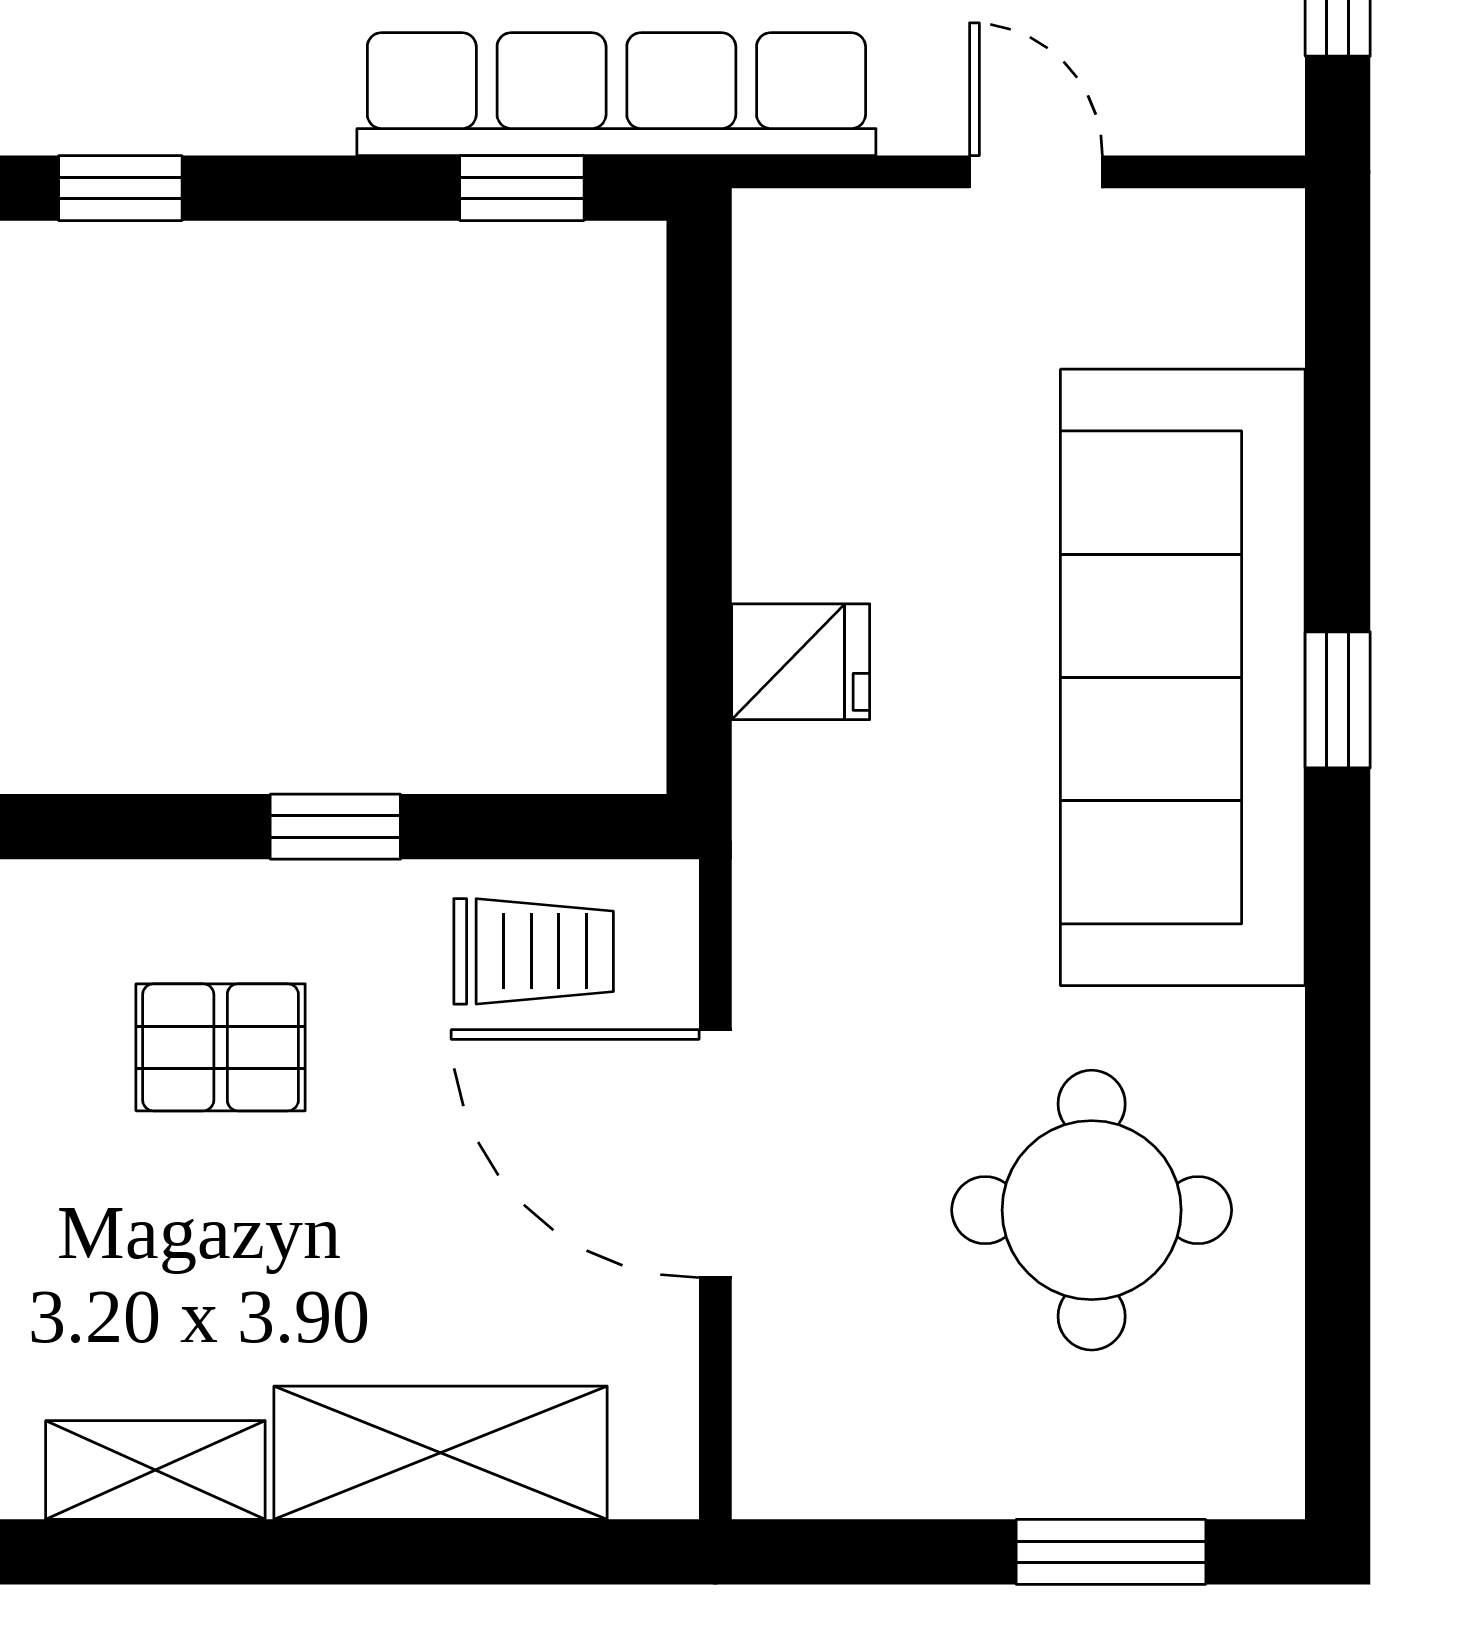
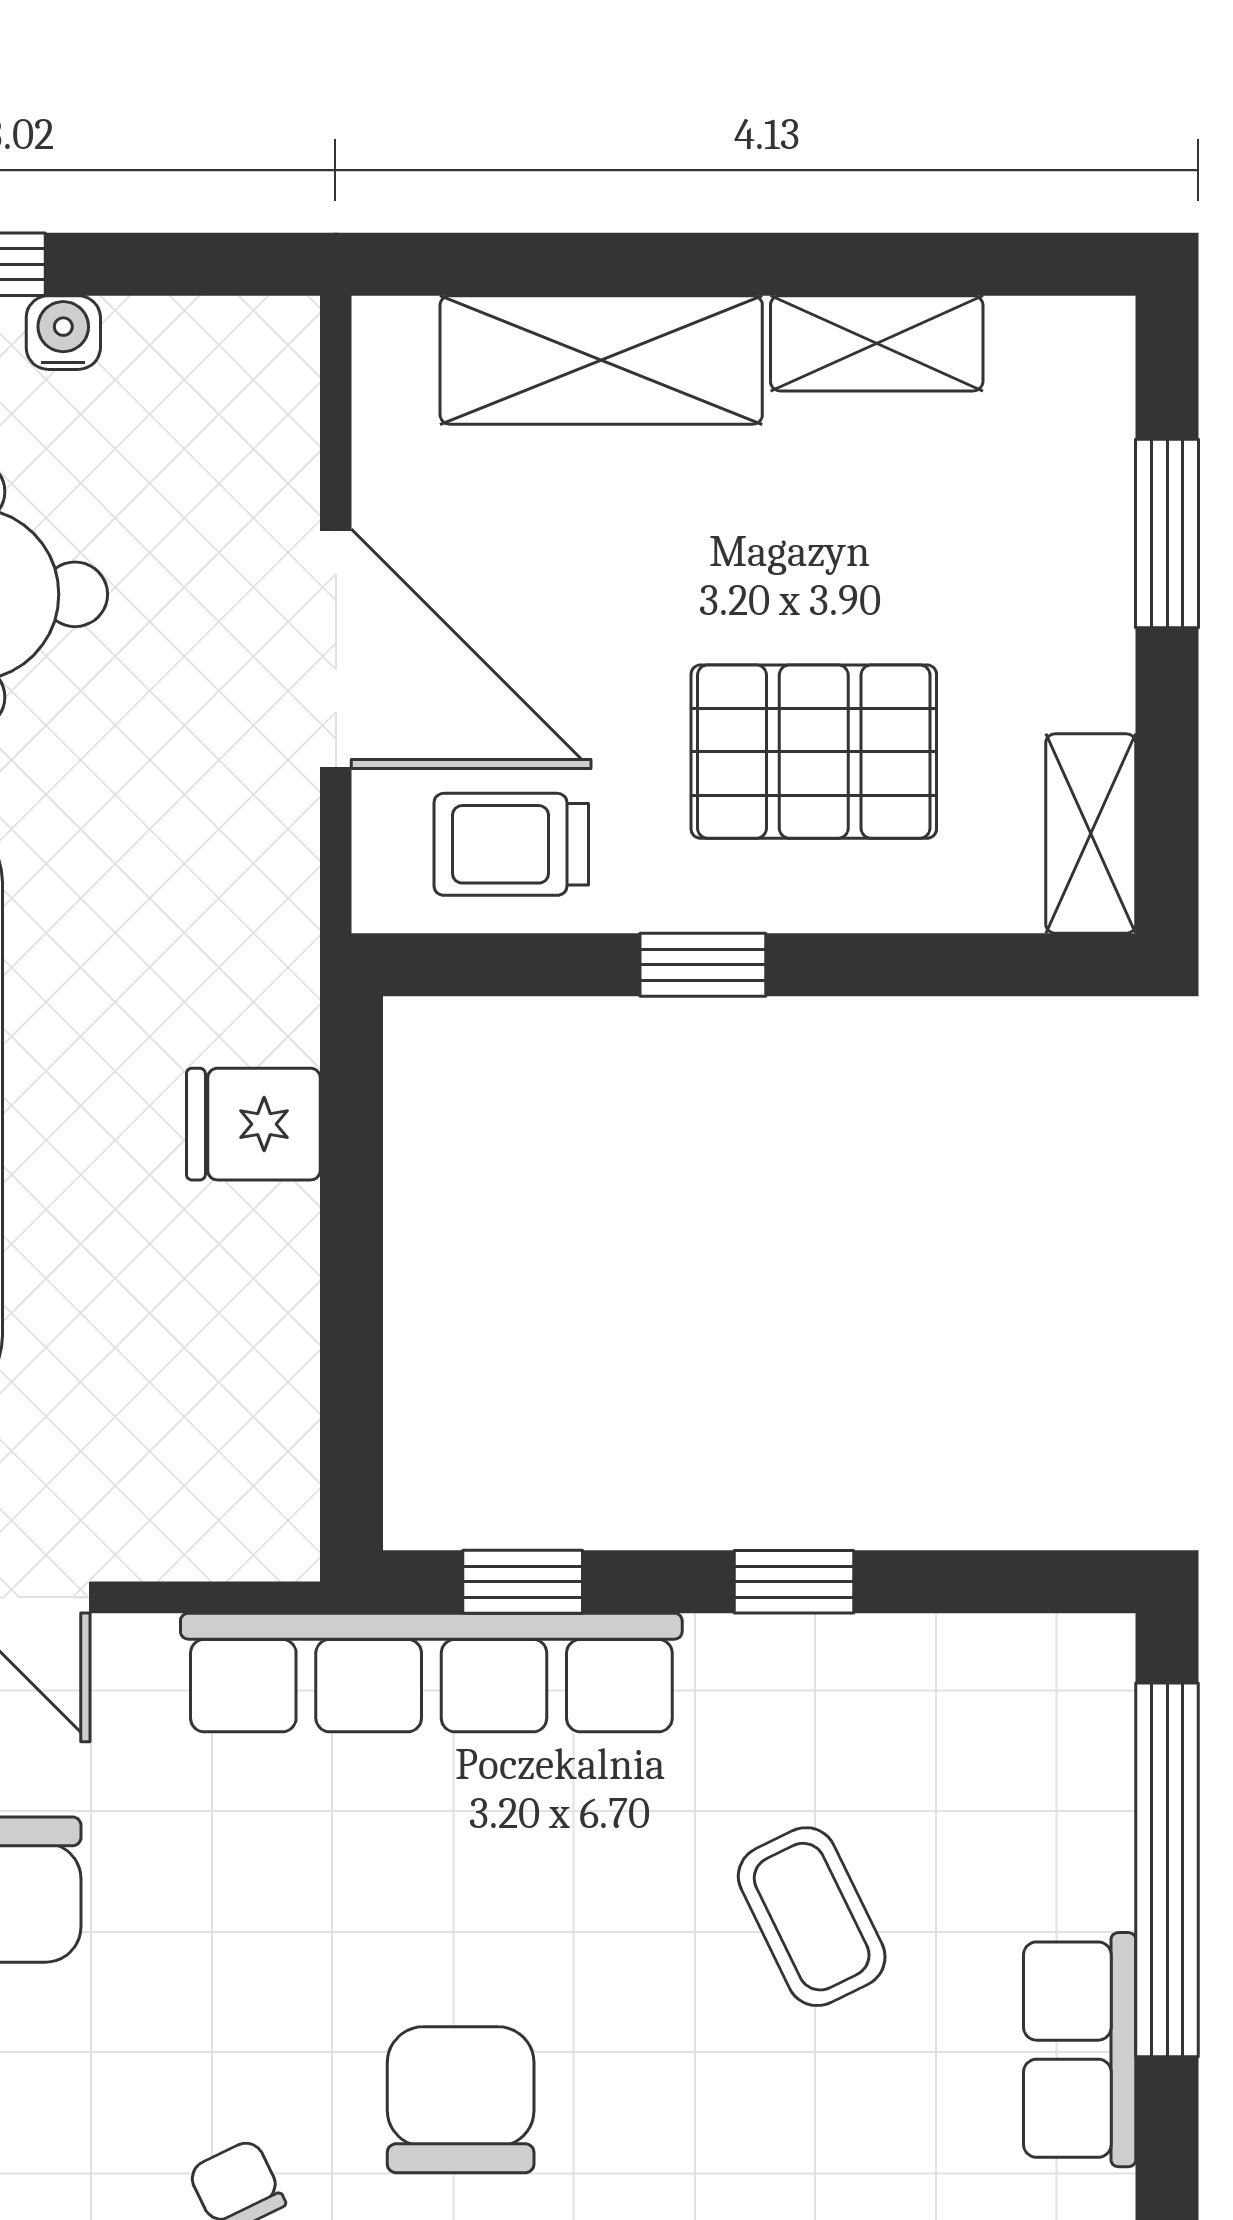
window: (120, 188) -> (794, 1582), moved
pallet: (221, 1047) -> (814, 752), width x1.50, depth x1.42
water cooler: (997, 1481) -> (63, 333), added

